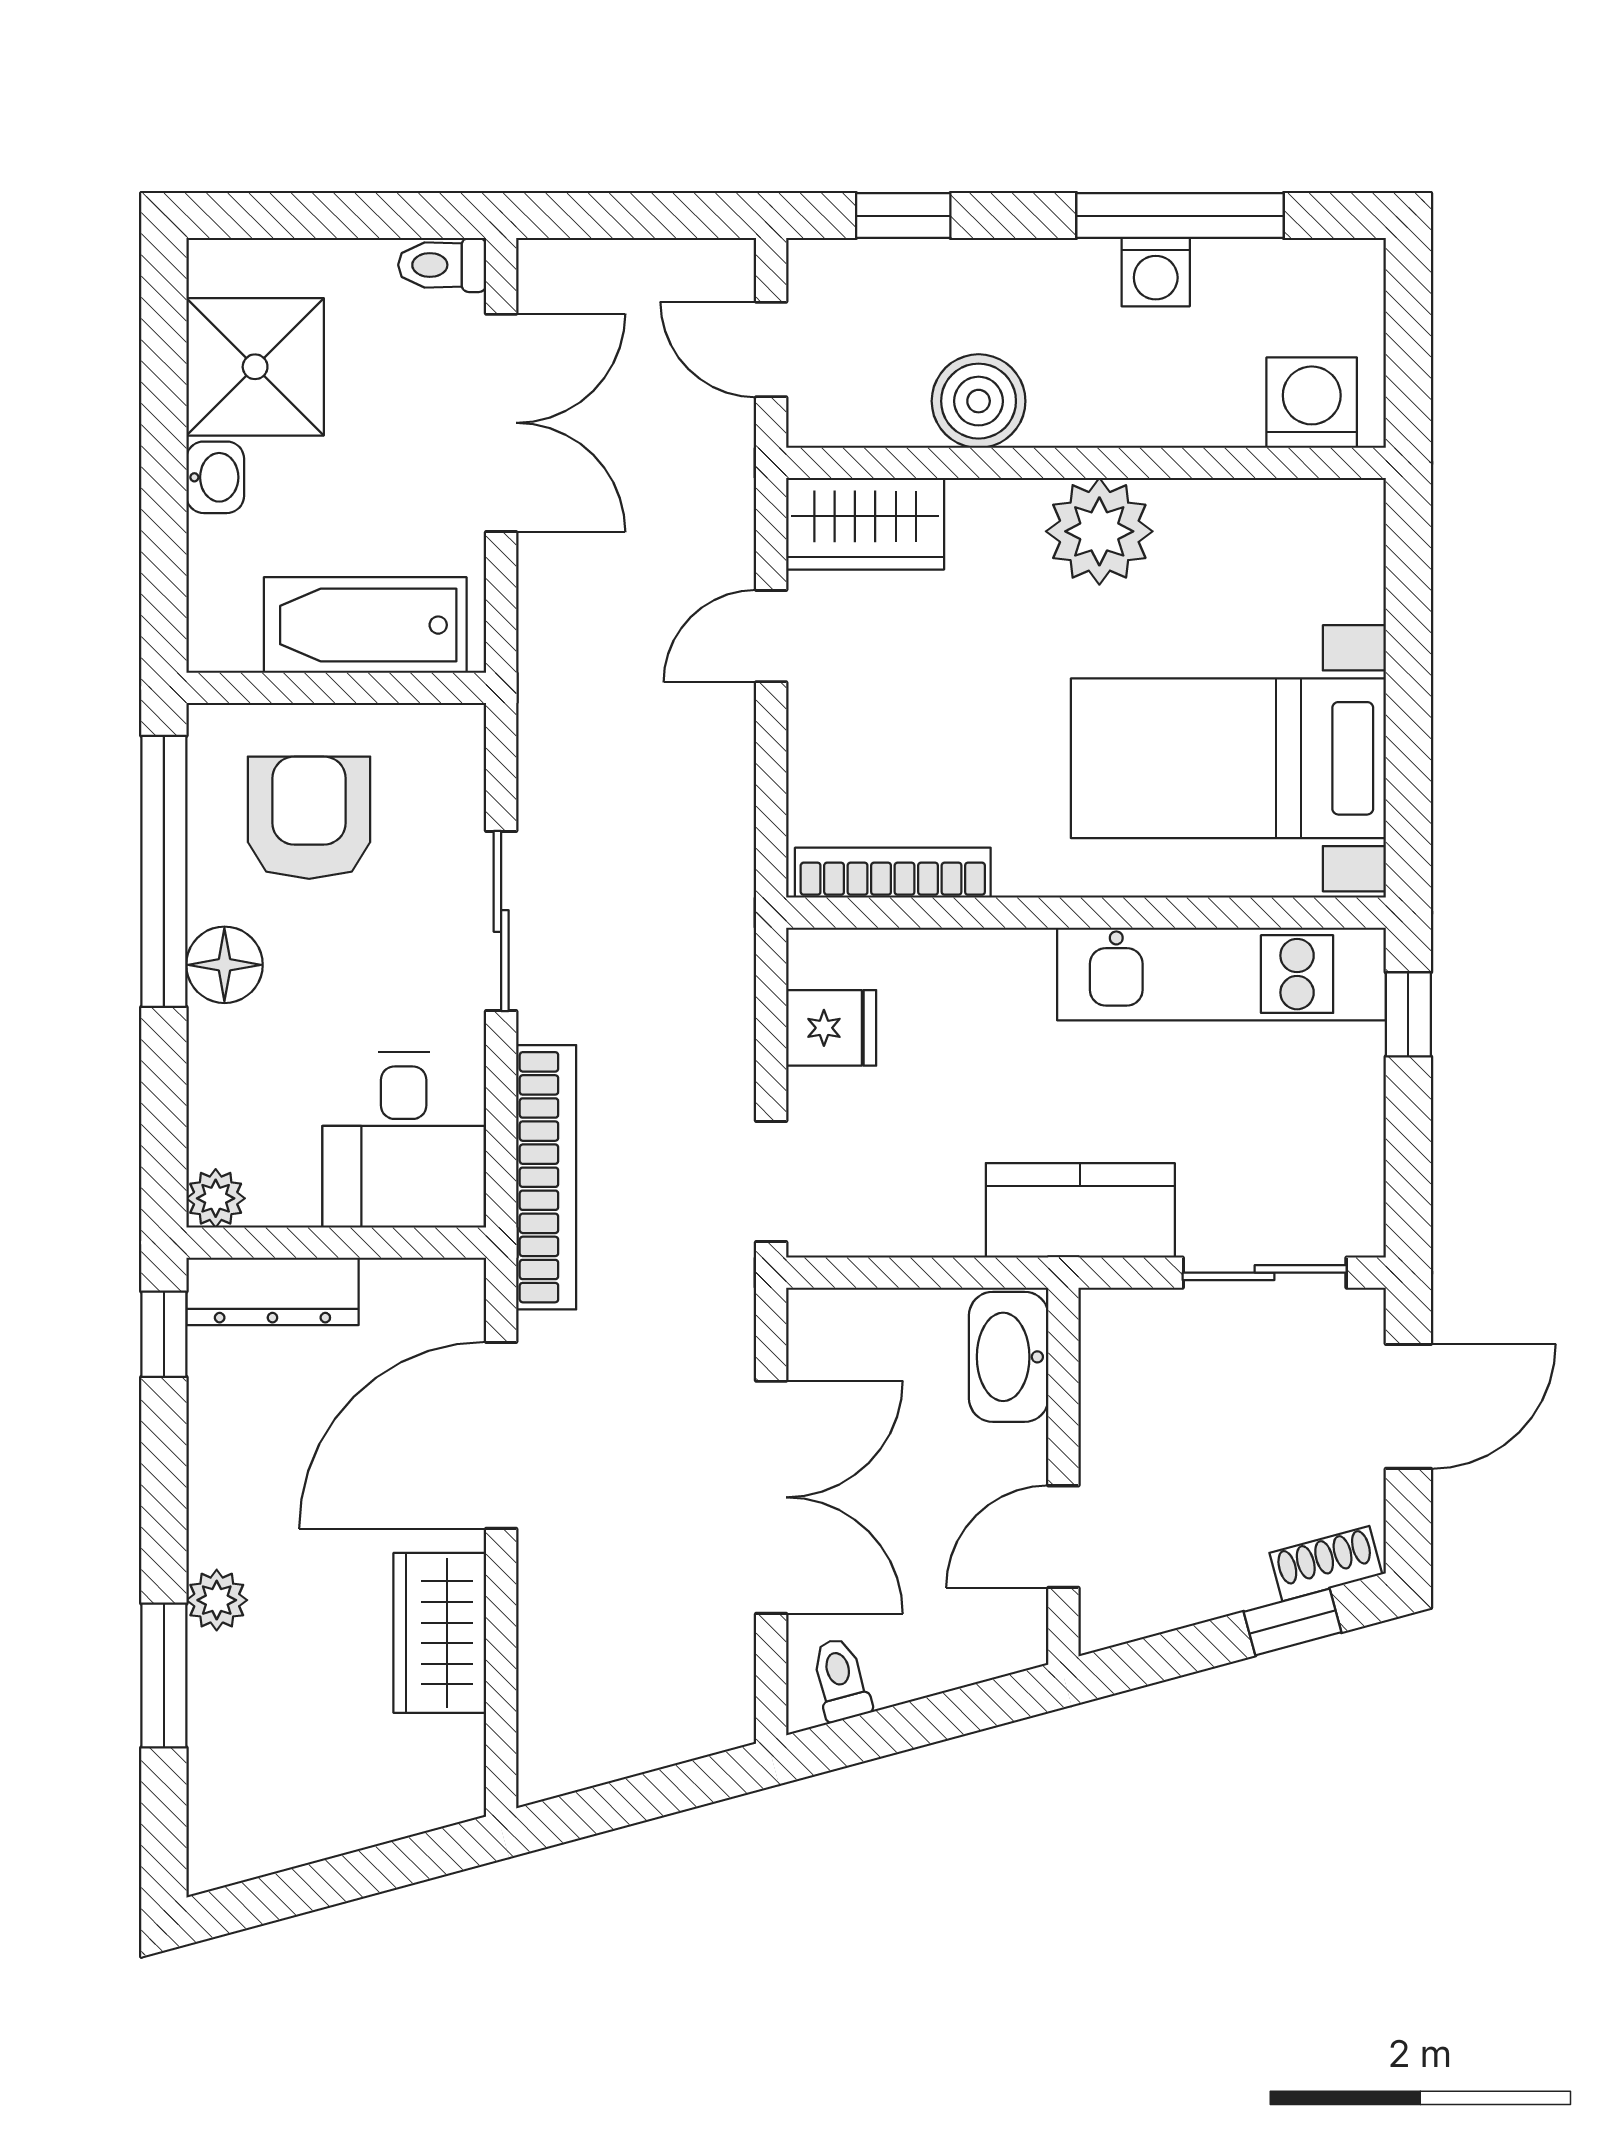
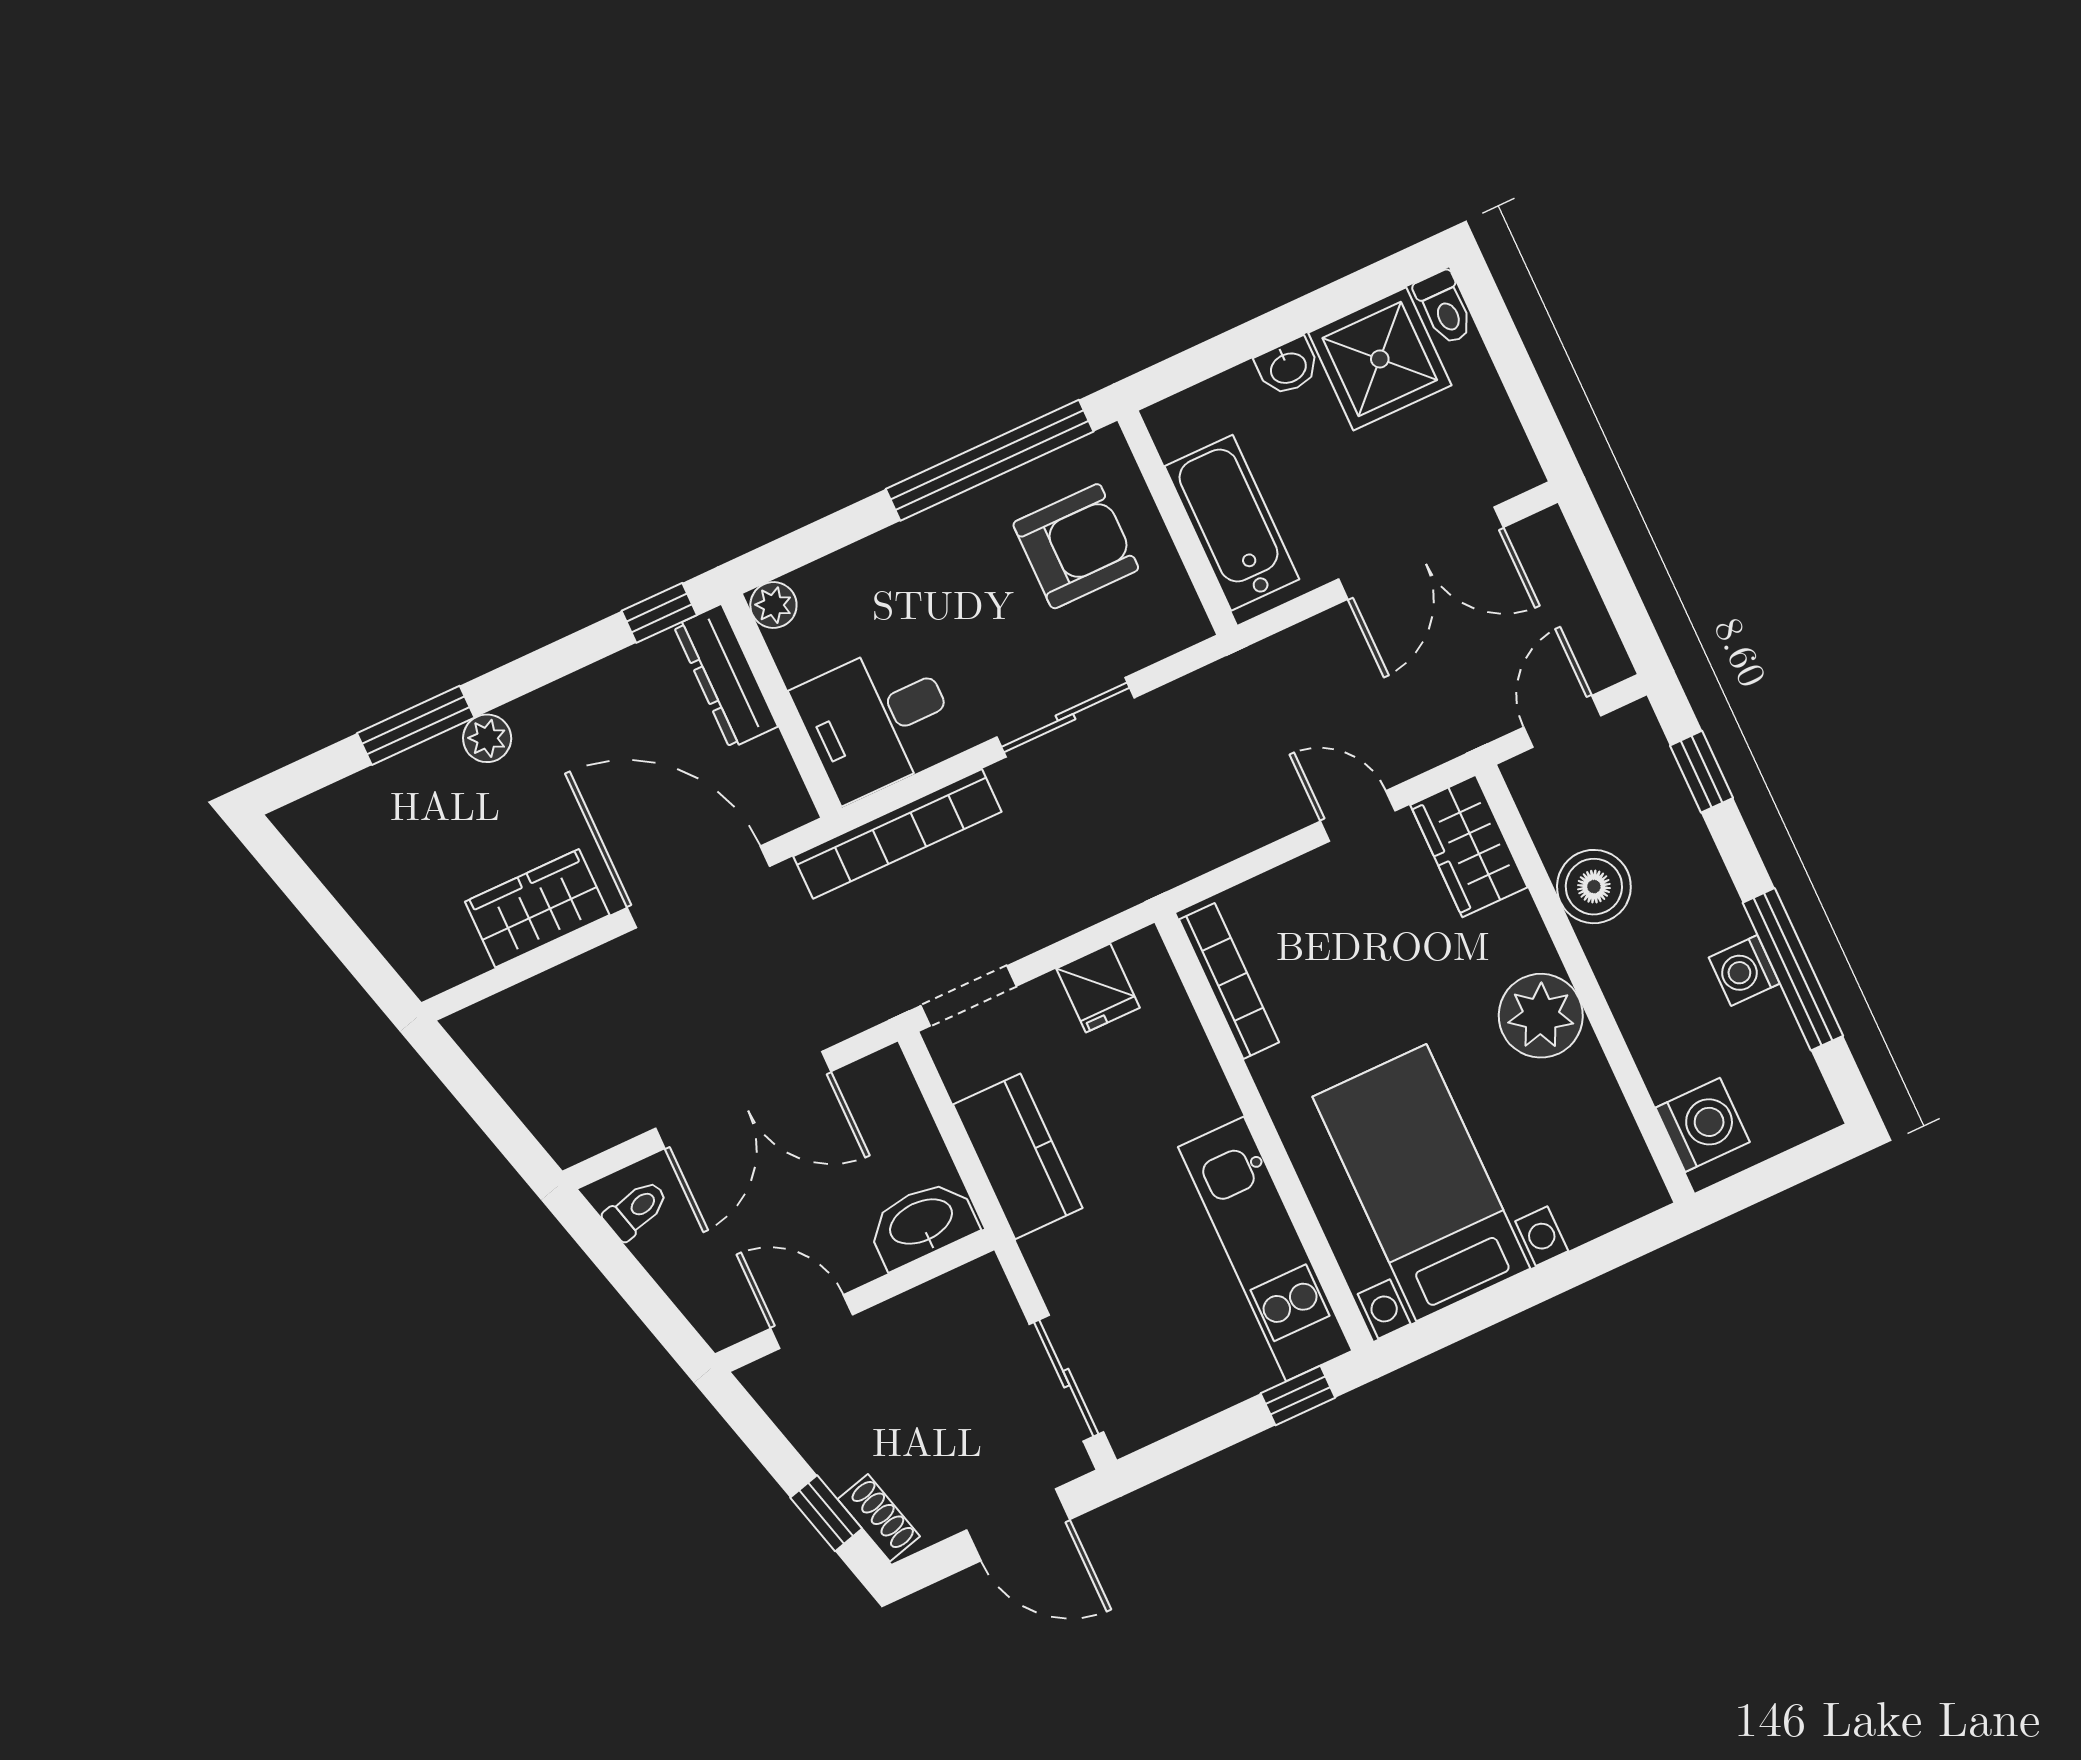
toilet: (442, 265) -> (1444, 308), moved, turned 180
floor lamp: (224, 965) -> (943, 534), removed
kitchen counter: (1080, 1210) -> (1018, 1156), moved

